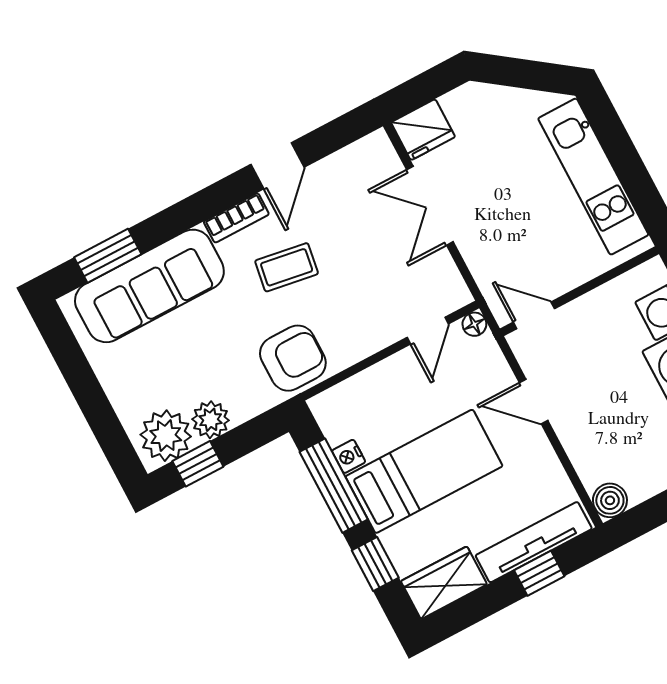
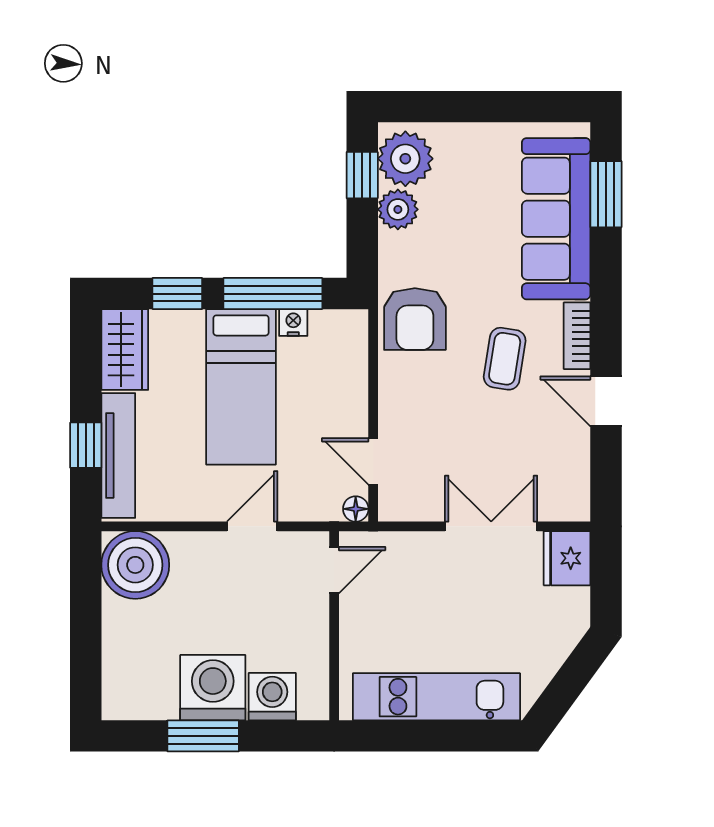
boiler: (610, 500) -> (135, 565), width x1.86, depth x1.86

